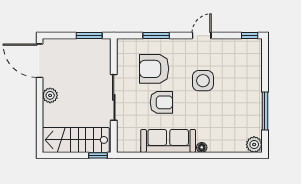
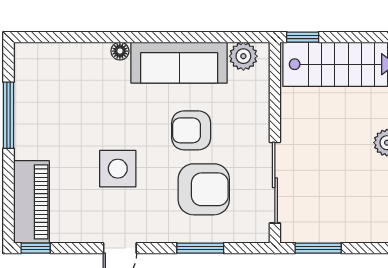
piano: (252, 62) -> (31, 202), added
sliding door: (114, 97) -> (275, 183), moved
plant: (254, 144) -> (243, 56), moved

